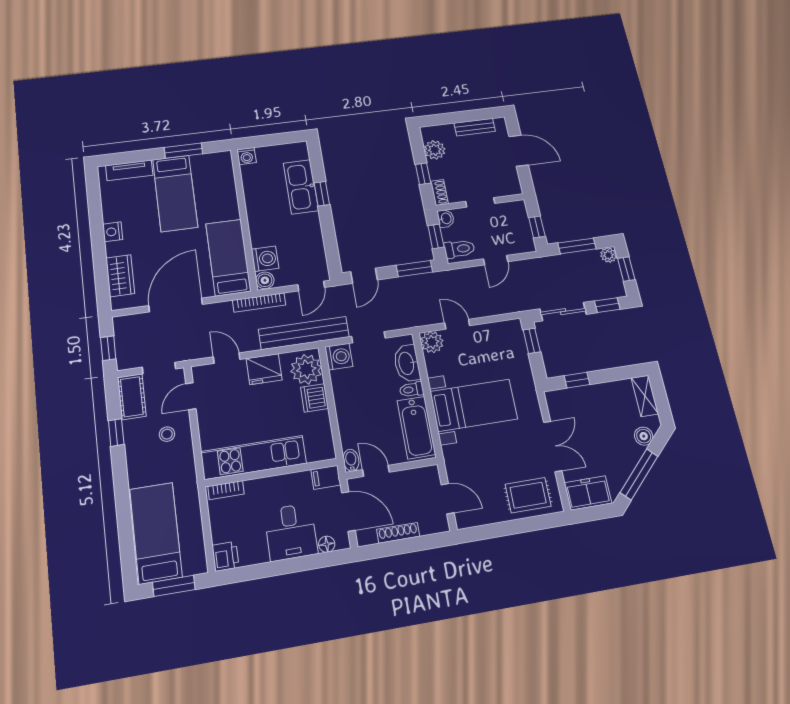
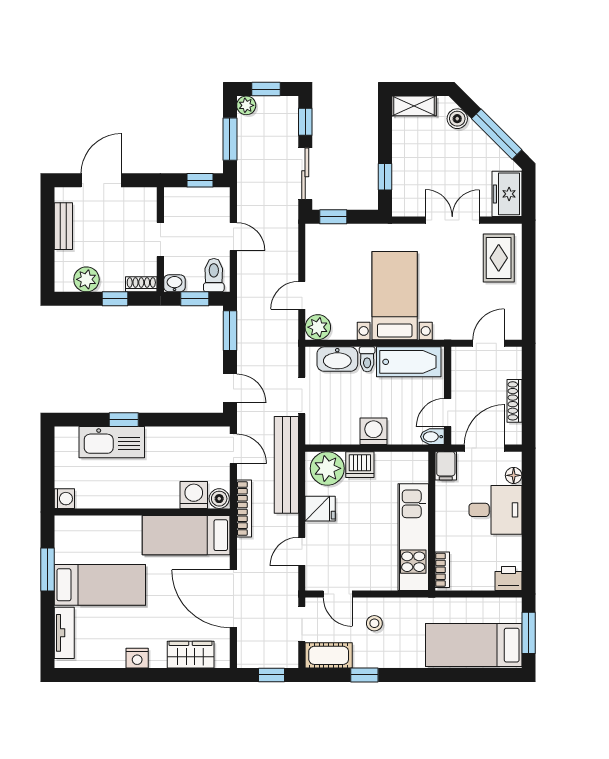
washing machine: (339, 357) -> (374, 431), moved
fridge: (264, 369) -> (320, 509), width x0.72

